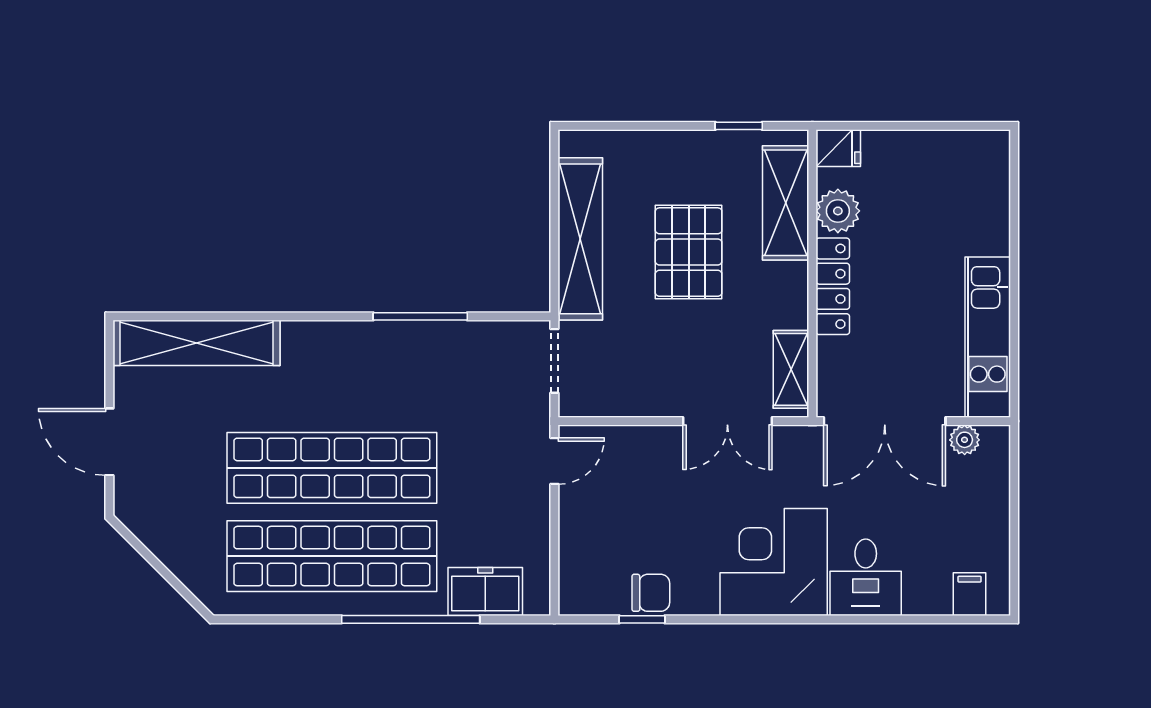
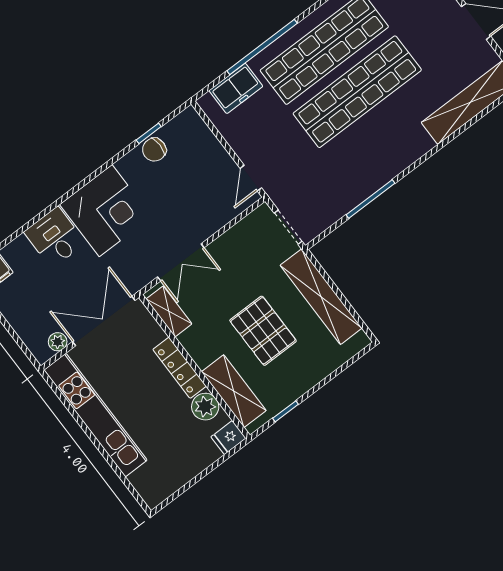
kitchen unit: (988, 337) -> (95, 415), width x1.36
double door: (727, 421) -> (181, 262), swing flipped

